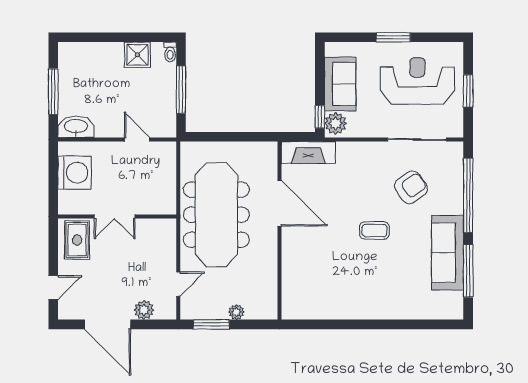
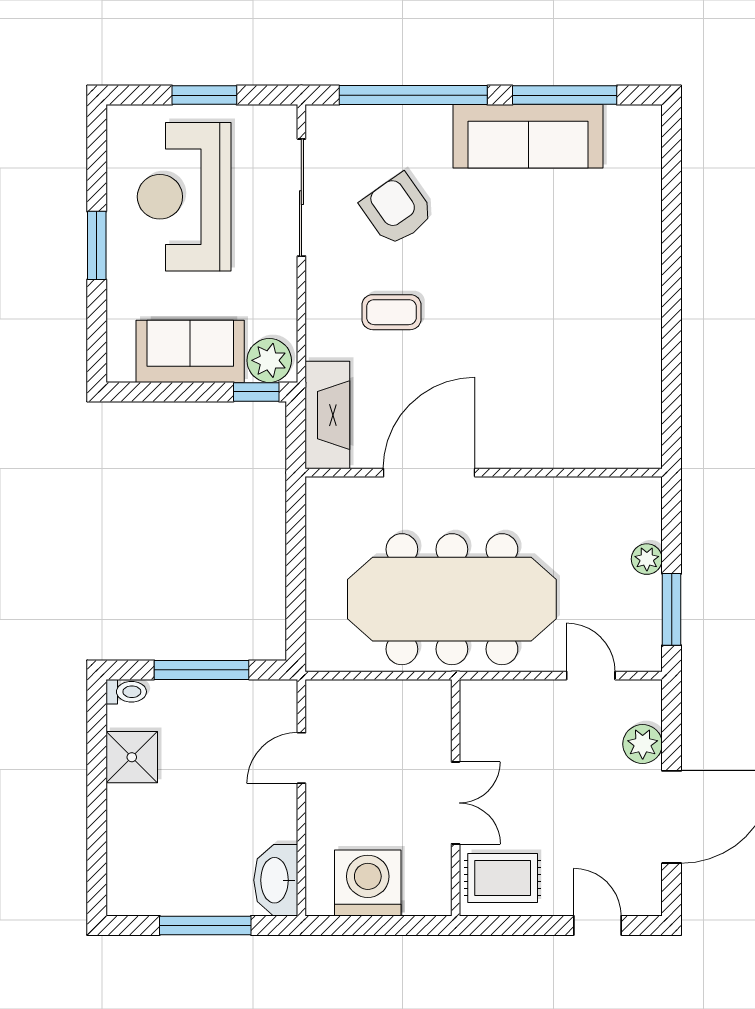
coffee table: (374, 230) -> (391, 312), moved, turned 90

